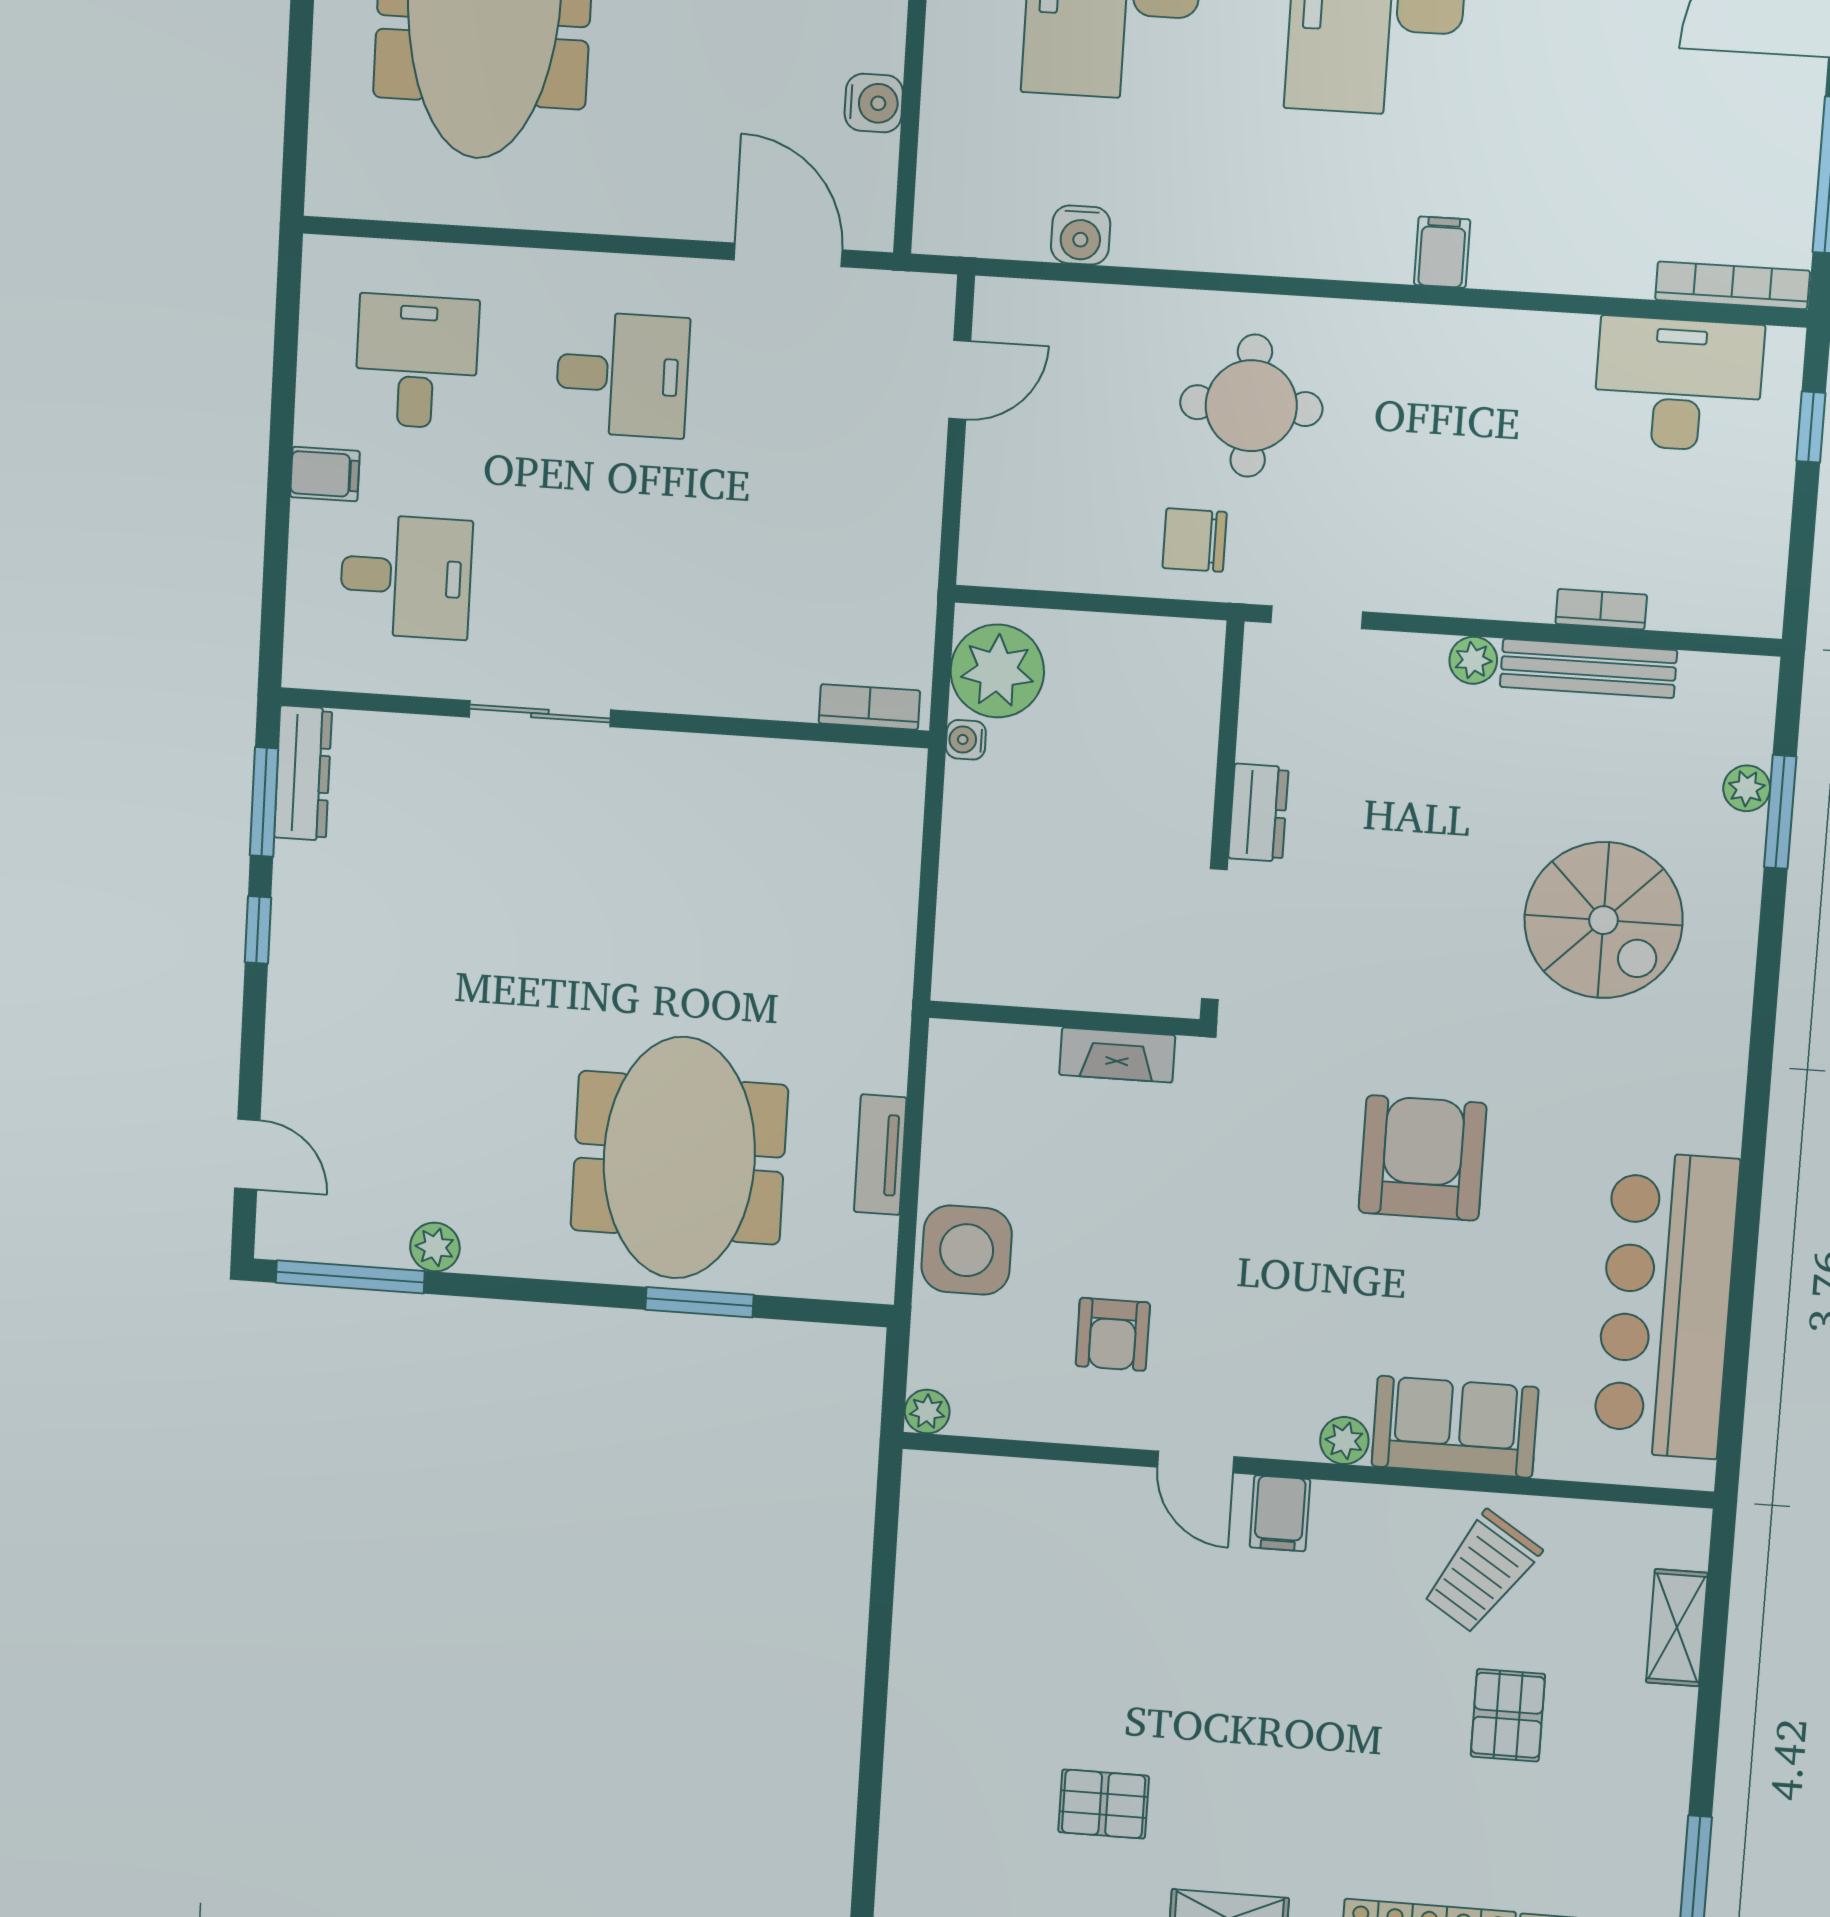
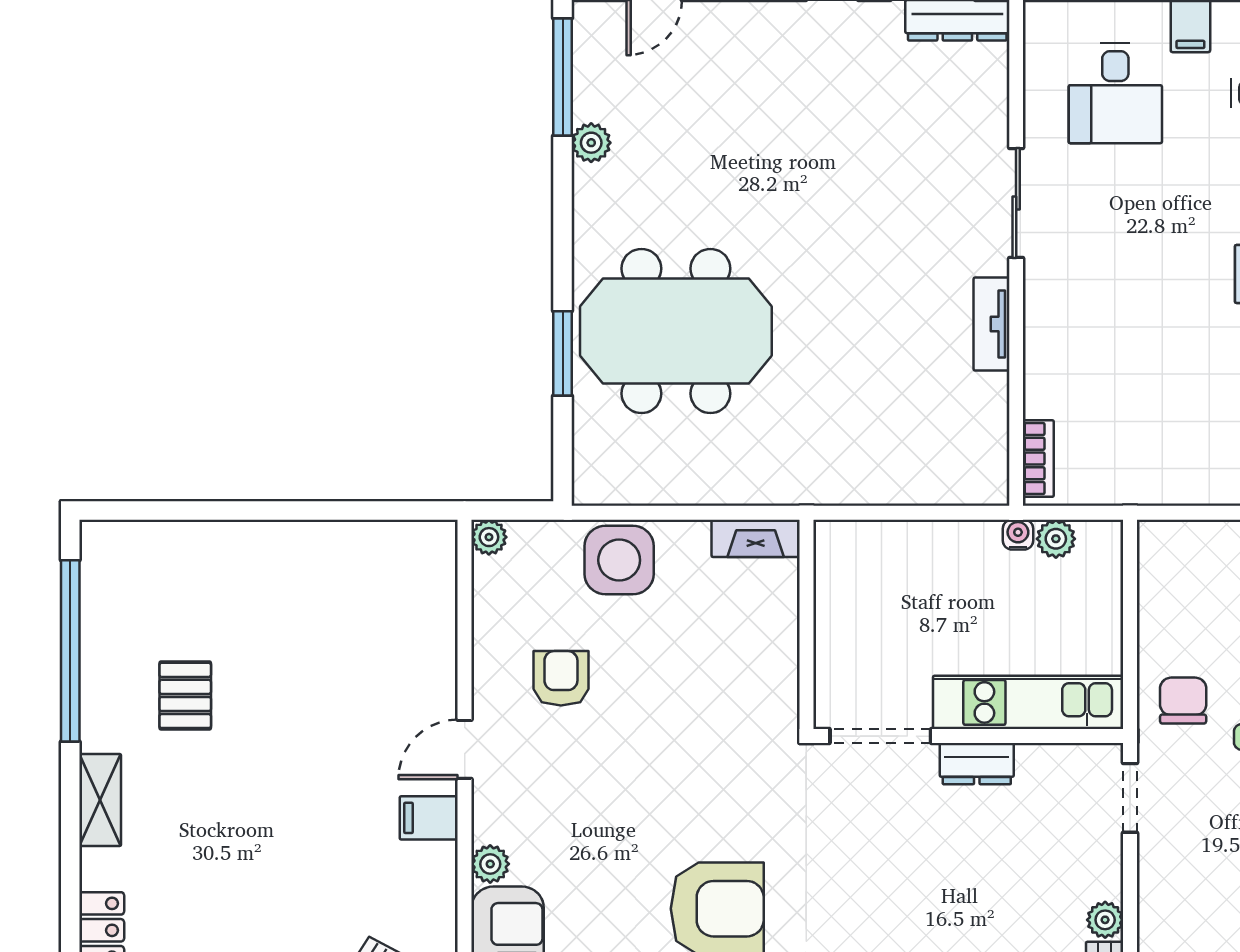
plant: (997, 671) -> (1056, 539), width x0.53, depth x0.53
kitchen unit: (1184, 741) -> (1028, 702), added
fireplace: (1117, 1055) -> (756, 538), moved, turned -90
tv unit: (880, 1155) -> (991, 324), moved, turned -90
armchair: (1113, 1334) -> (561, 678), turned 90

